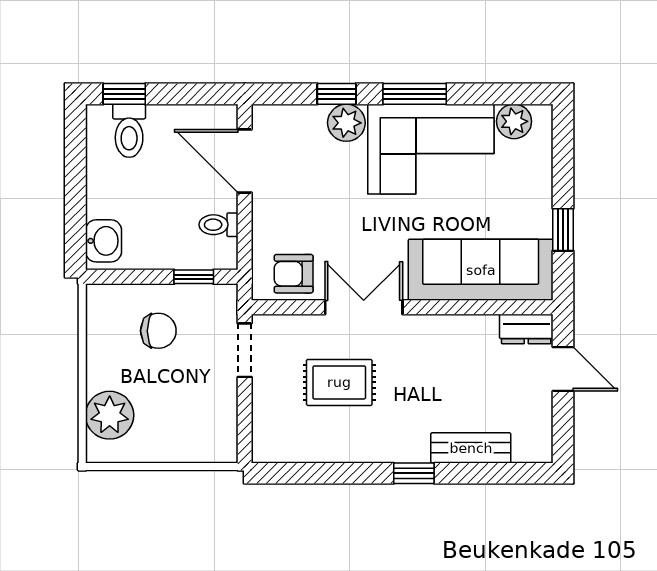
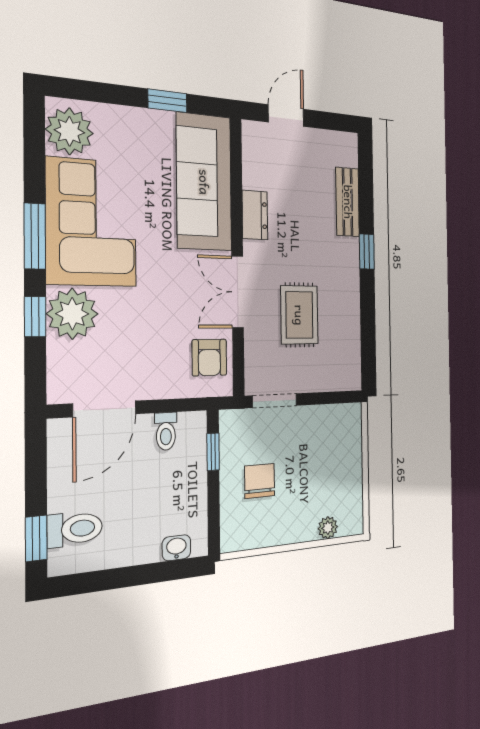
plant: (514, 121) -> (69, 131), width x1.36, depth x1.36
plant: (346, 123) -> (72, 314), width x1.36, depth x1.36
washbasin: (104, 241) -> (176, 548), width x0.72, depth x0.69
dresser: (526, 329) -> (255, 215), moved
plant: (110, 415) -> (328, 528), width x0.53, depth x0.53

